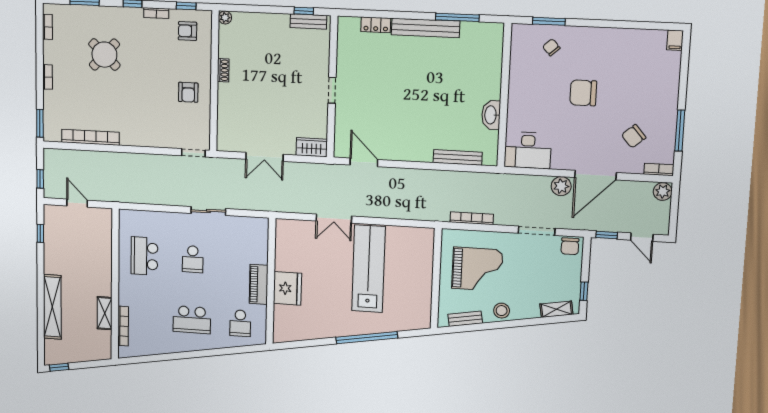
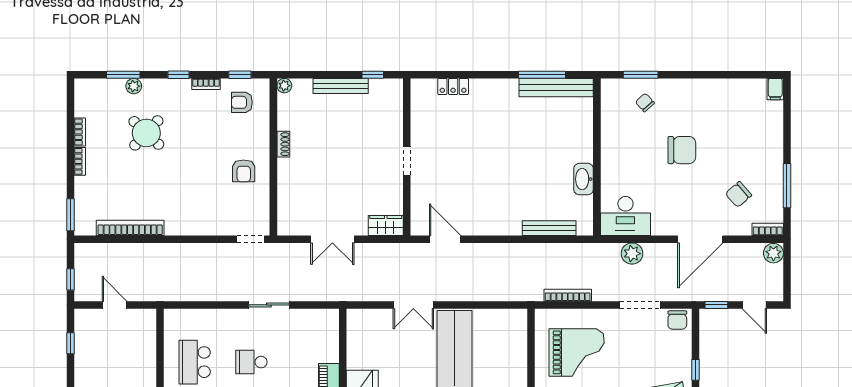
plant: (94, 12) -> (134, 86), added
bench: (308, 21) -> (341, 86), moved, width x1.36
bookcase: (47, 27) -> (80, 132), moved
bench: (426, 28) -> (556, 88), moved
chair: (583, 93) -> (682, 150), turned 180
plant: (561, 186) -> (632, 254), moved
school desk: (193, 259) -> (251, 362), turned 90

